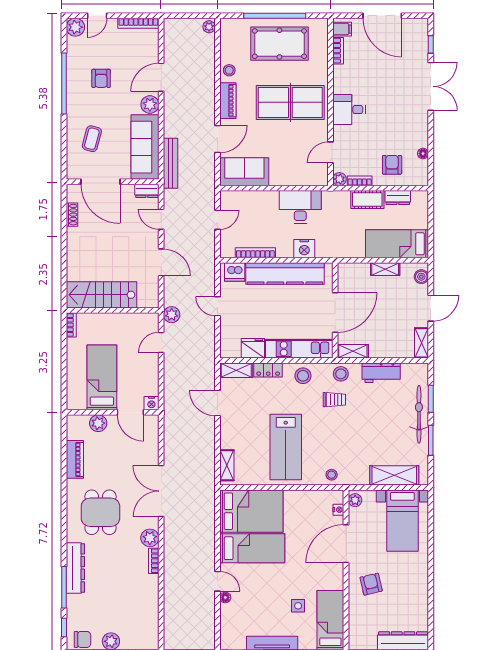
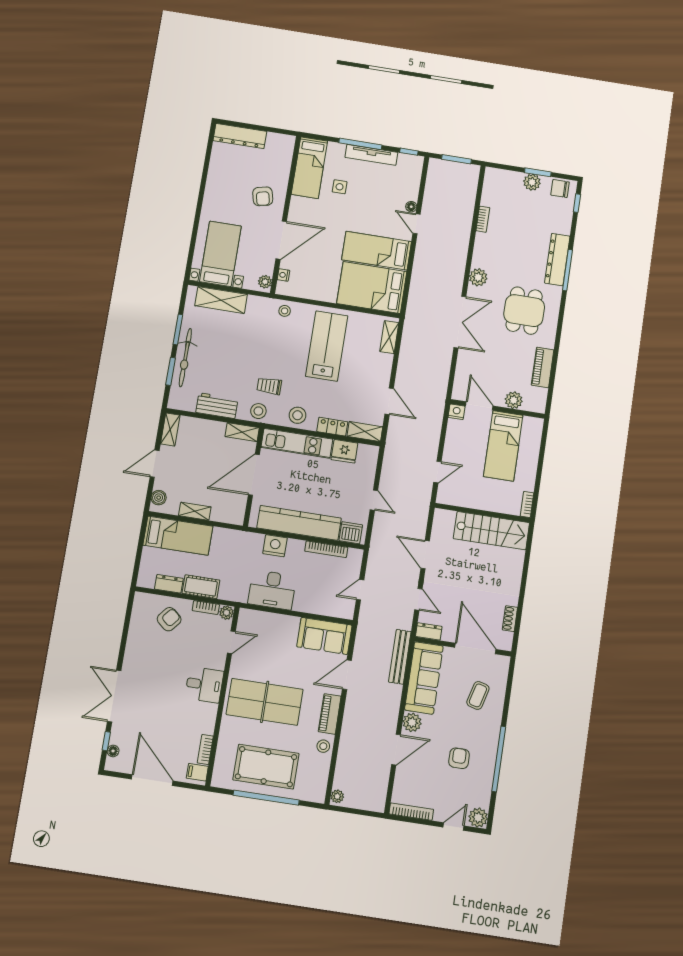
floor lamp: (423, 154) -> (113, 751), moved
armchair: (392, 165) -> (169, 619), turned -140
plant: (172, 315) -> (422, 499), removed
bookcase: (154, 561) -> (483, 219), moved
window: (64, 587) -> (567, 270), moved

